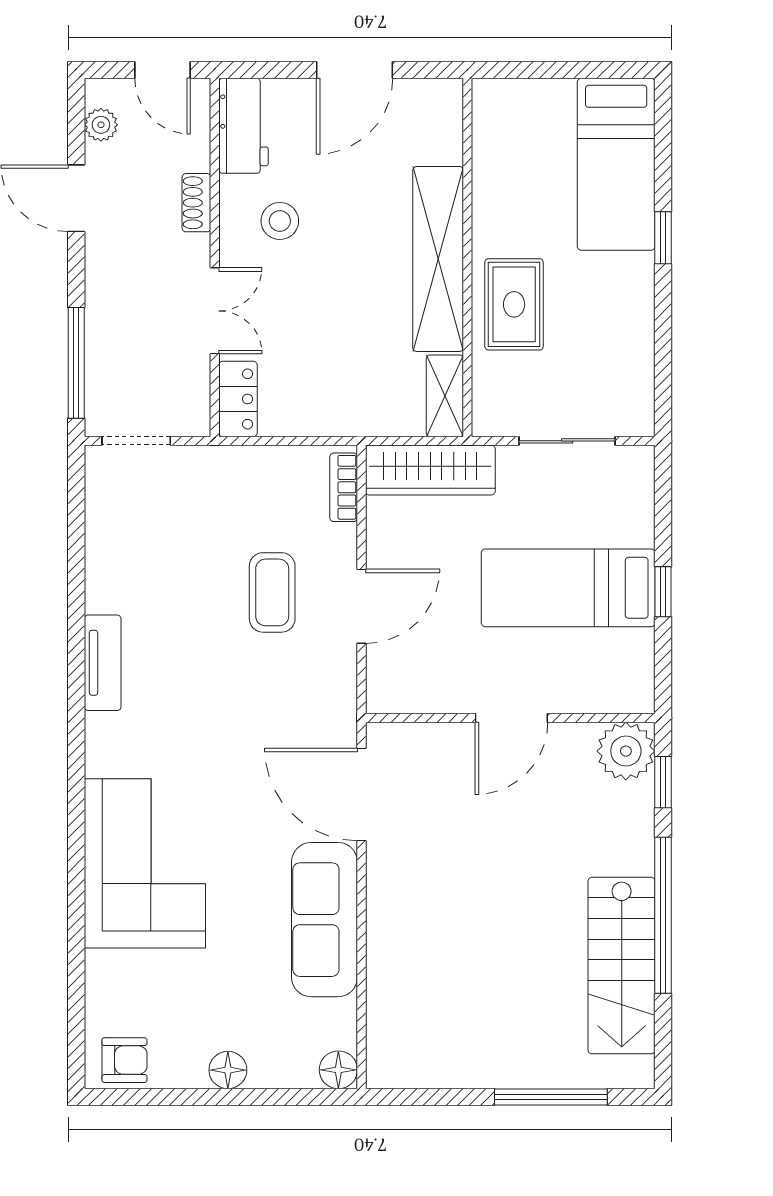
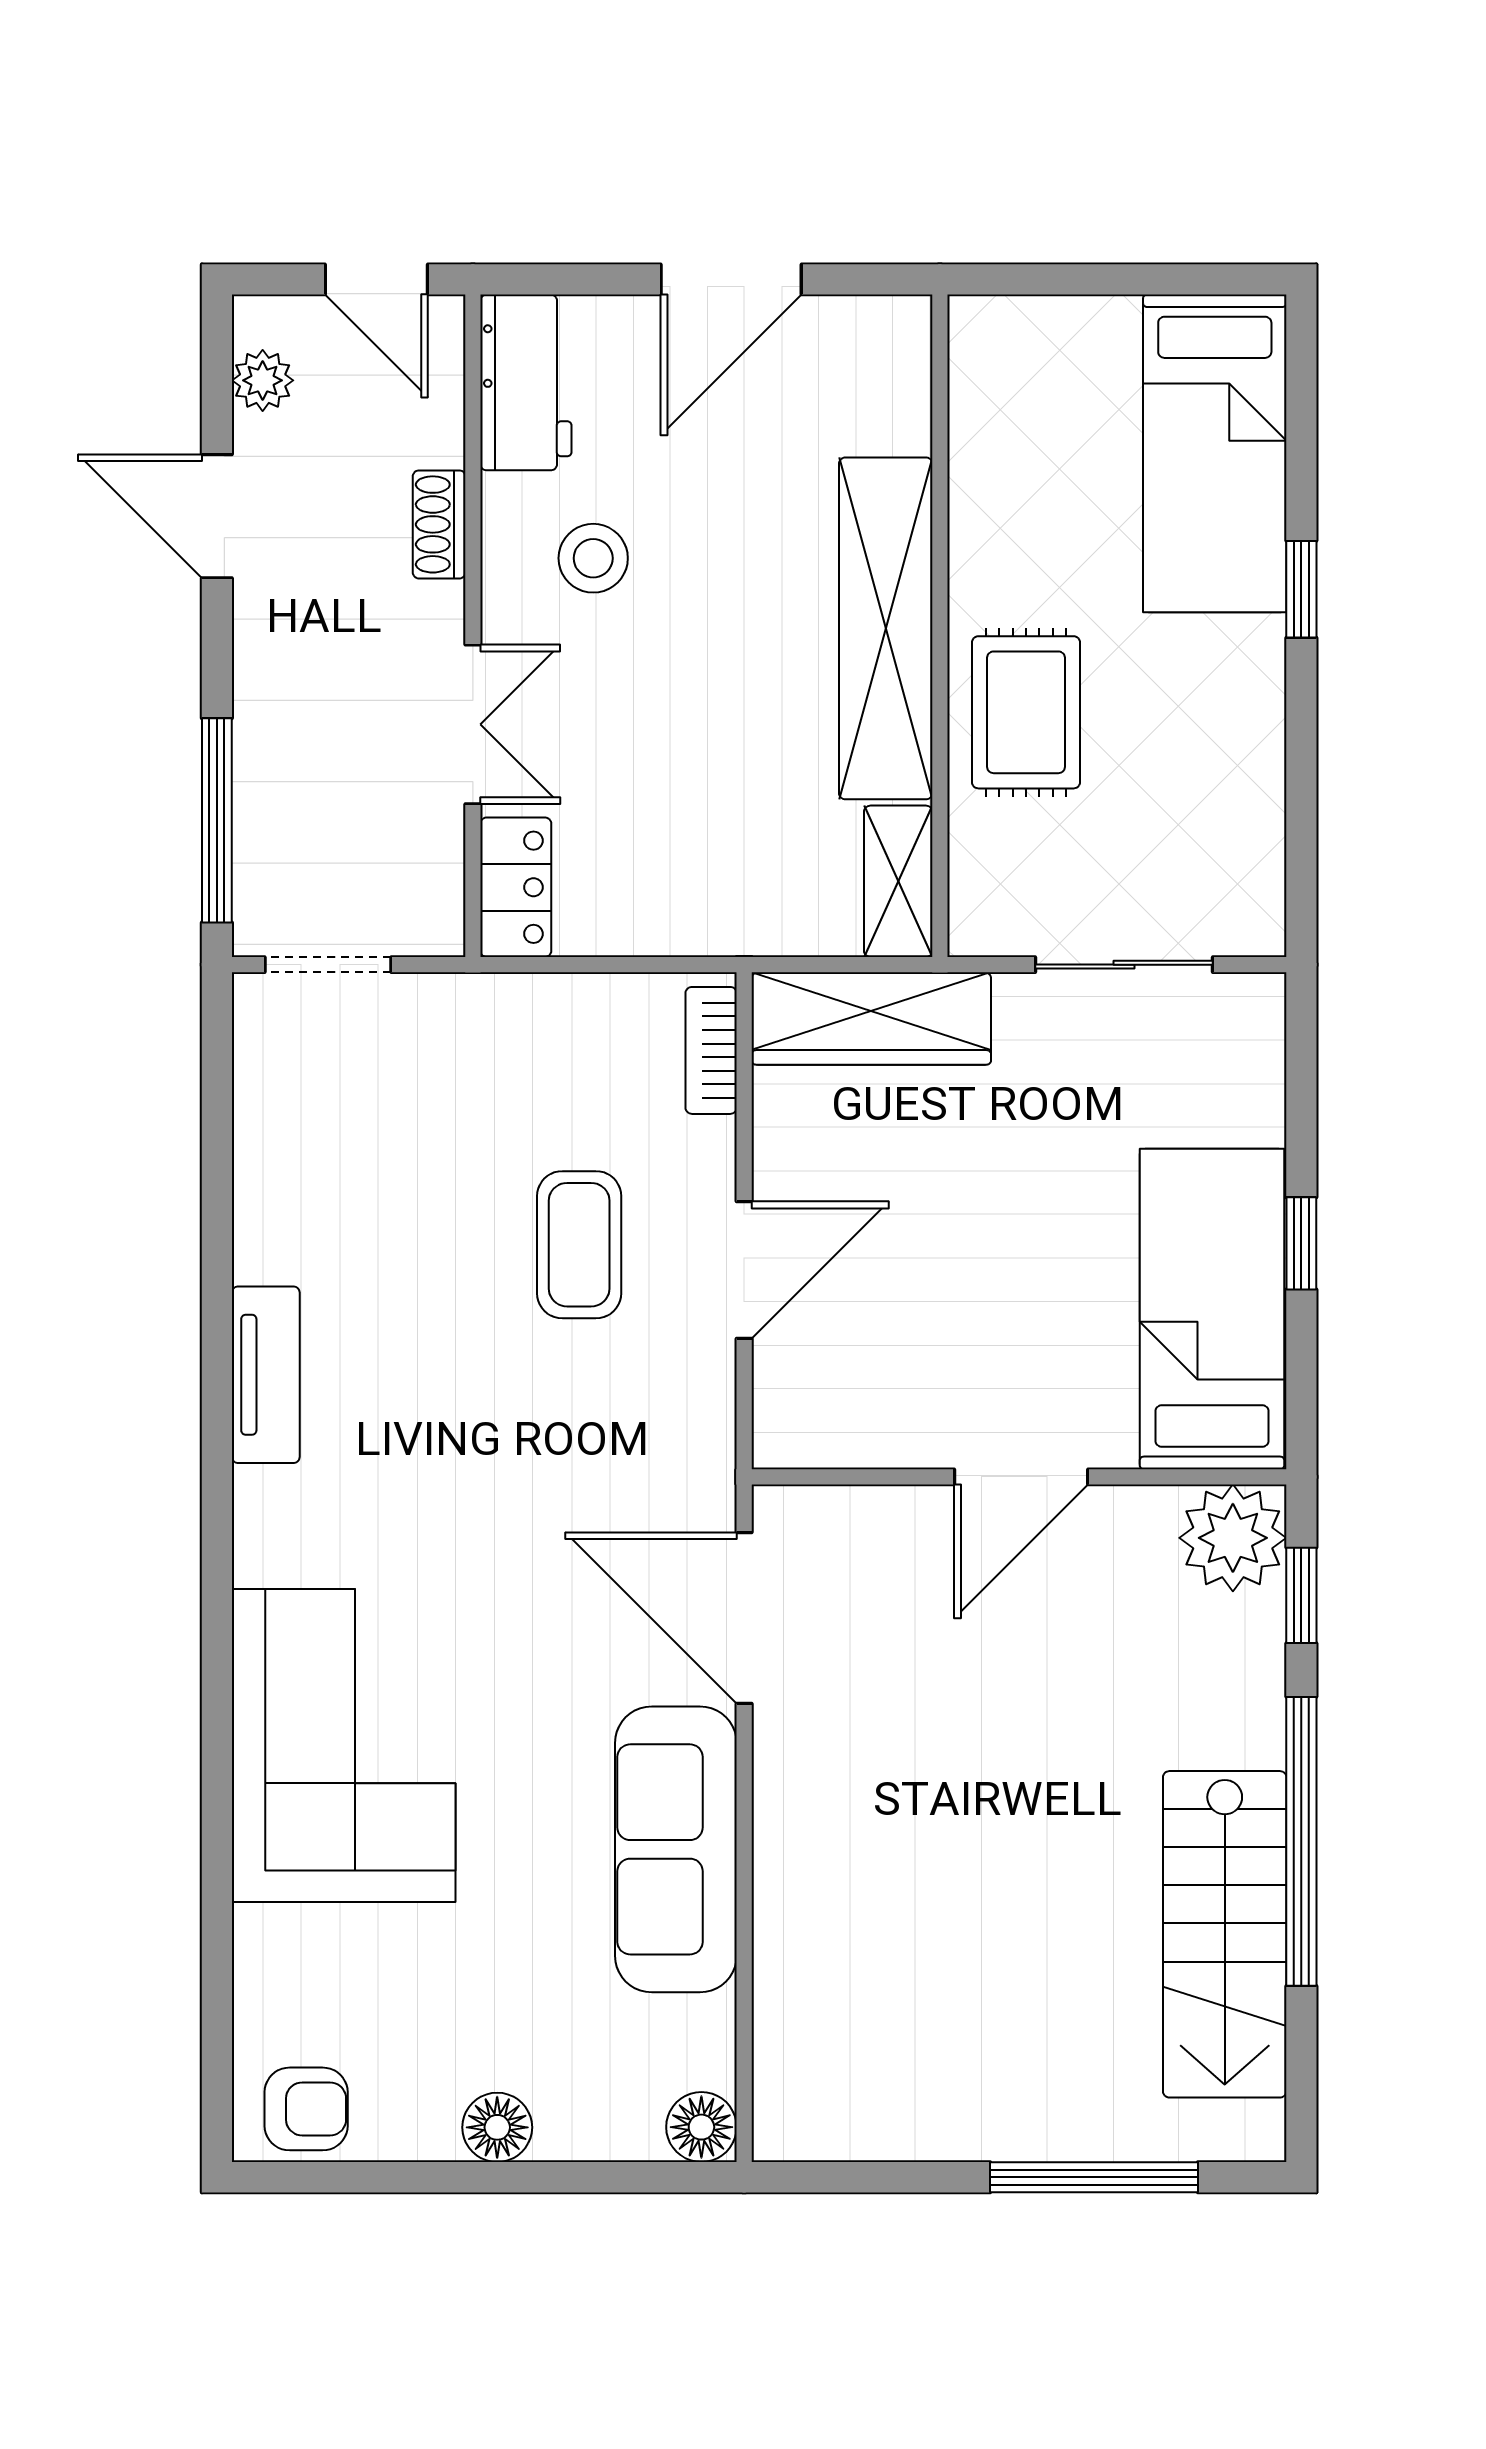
bed: (568, 588) -> (1212, 1309), moved, turned 90

